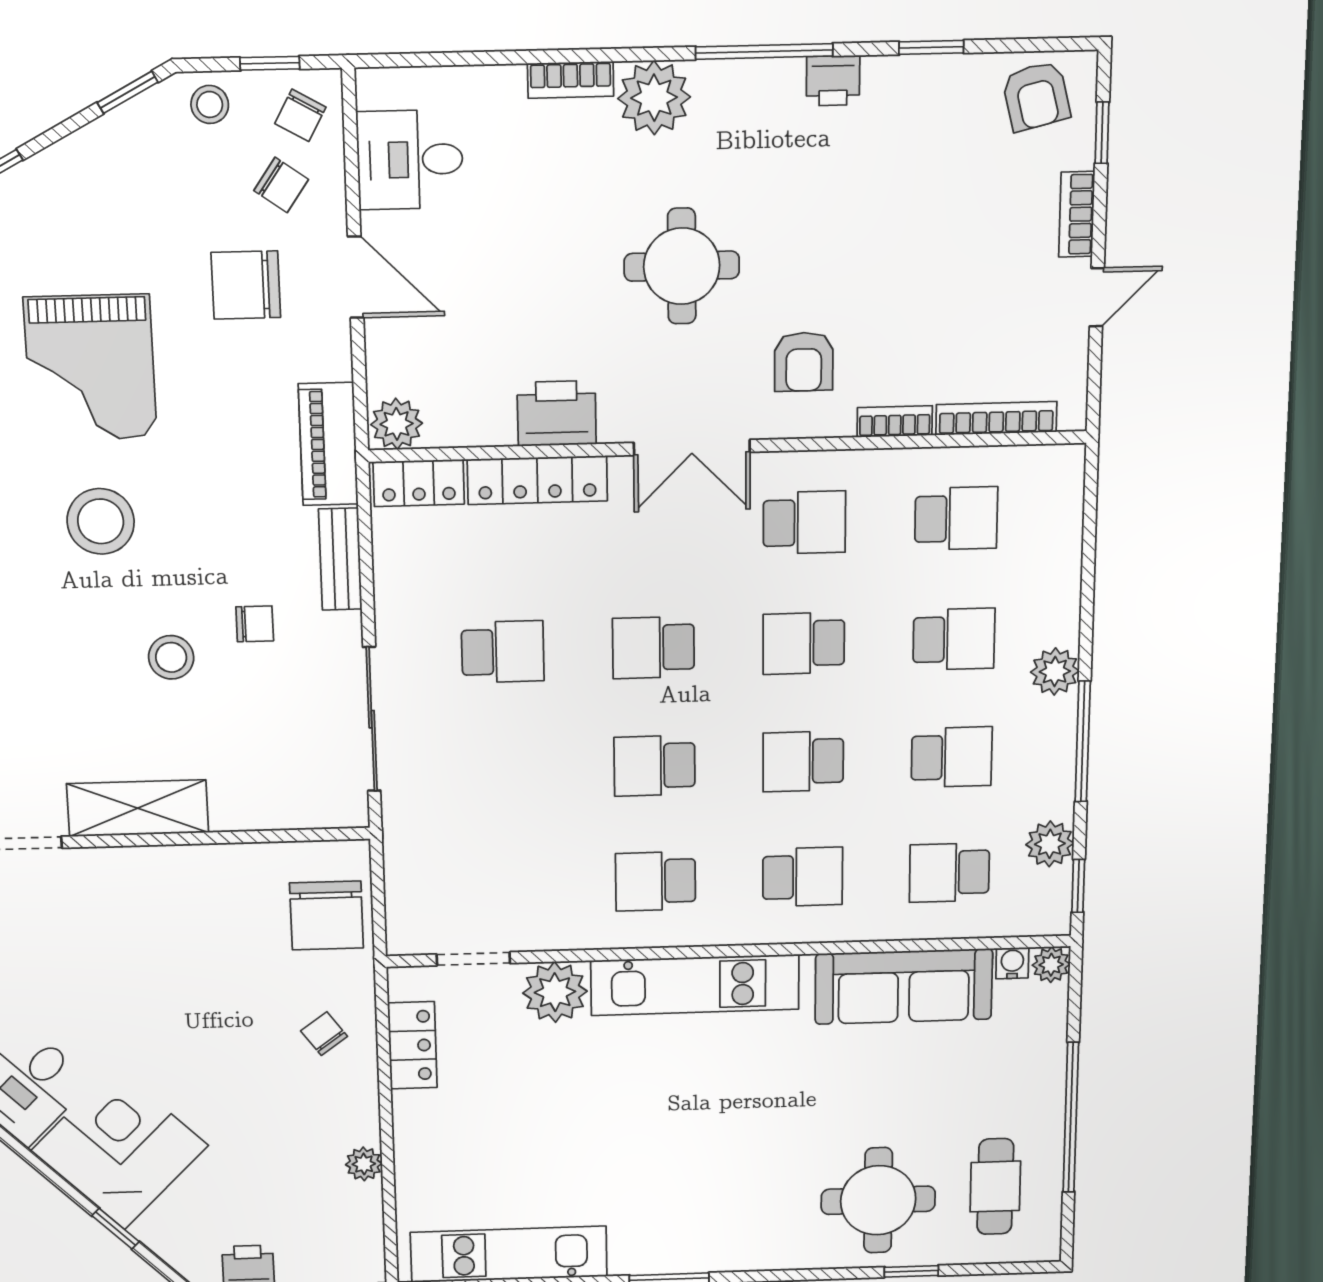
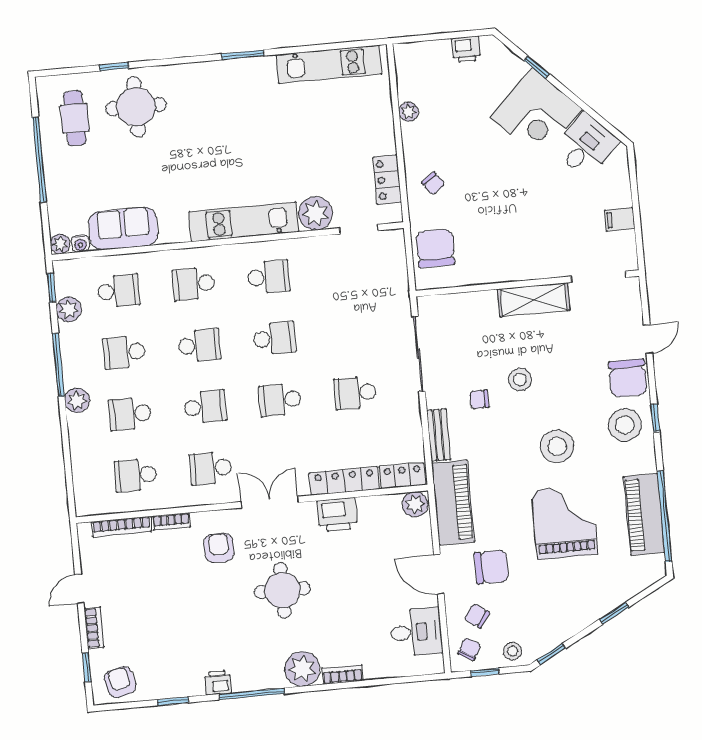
piano: (328, 444) -> (453, 503), width x1.37, depth x1.33
school desk: (653, 648) -> (280, 400), turned 180
sofa: (904, 987) -> (123, 229), width x0.73

